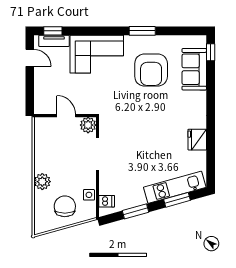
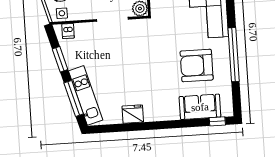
window: (142, 31) -> (234, 55), width x2.11
side table: (89, 195) -> (62, 13), moved
window: (177, 200) -> (74, 98), width x1.44

